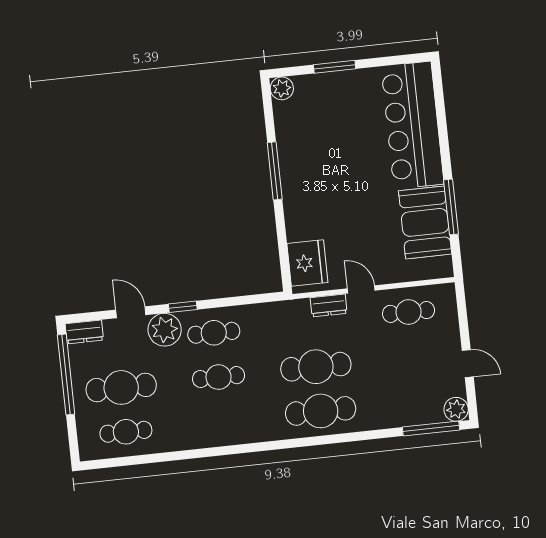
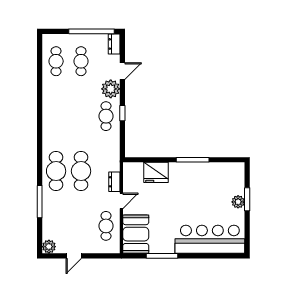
plant: (282, 88) -> (238, 202), moved
booth: (425, 222) -> (136, 234), moved, turned 90
fridge: (307, 263) -> (156, 172), moved
window: (183, 307) -> (122, 113), moved
cafe table: (219, 377) -> (81, 116), removed
cafe table: (121, 387) -> (81, 61), width x0.73, depth x0.74
window: (431, 429) -> (40, 202), moved

